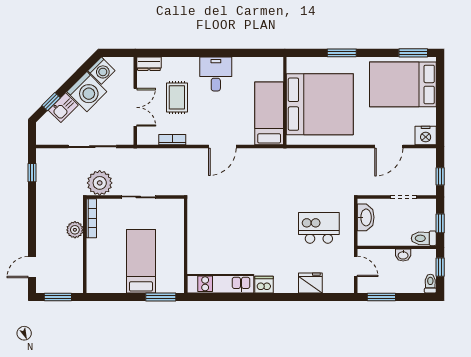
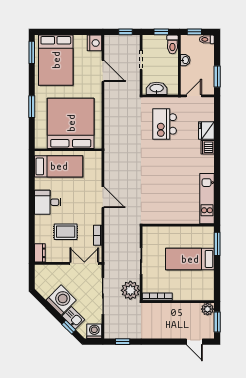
washing machine: (101, 71) -> (94, 331), moved, turned -45
double door: (135, 107) -> (84, 263), moved
bed: (269, 113) -> (59, 166), moved, turned 180
plant: (75, 230) -> (207, 309), moved
dishwasher: (264, 285) -> (208, 147), moved

